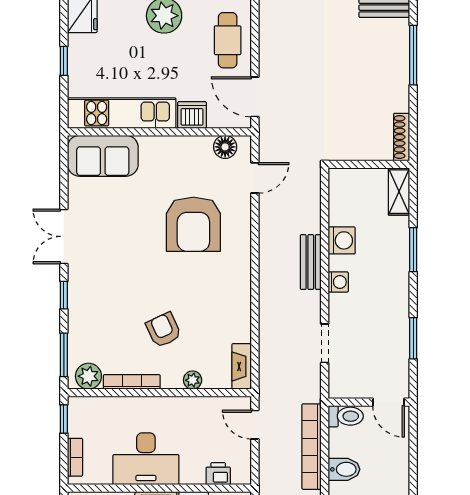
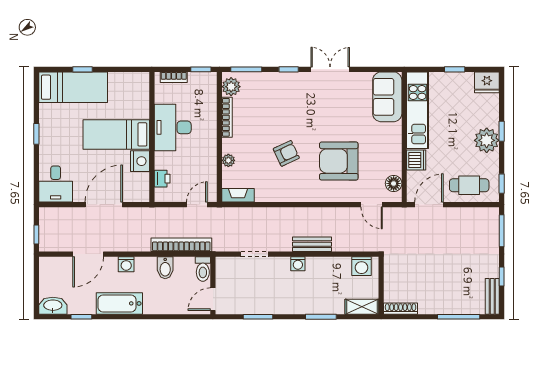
washing machine: (342, 240) -> (361, 266), moved
armchair: (164, 330) -> (286, 153), moved

